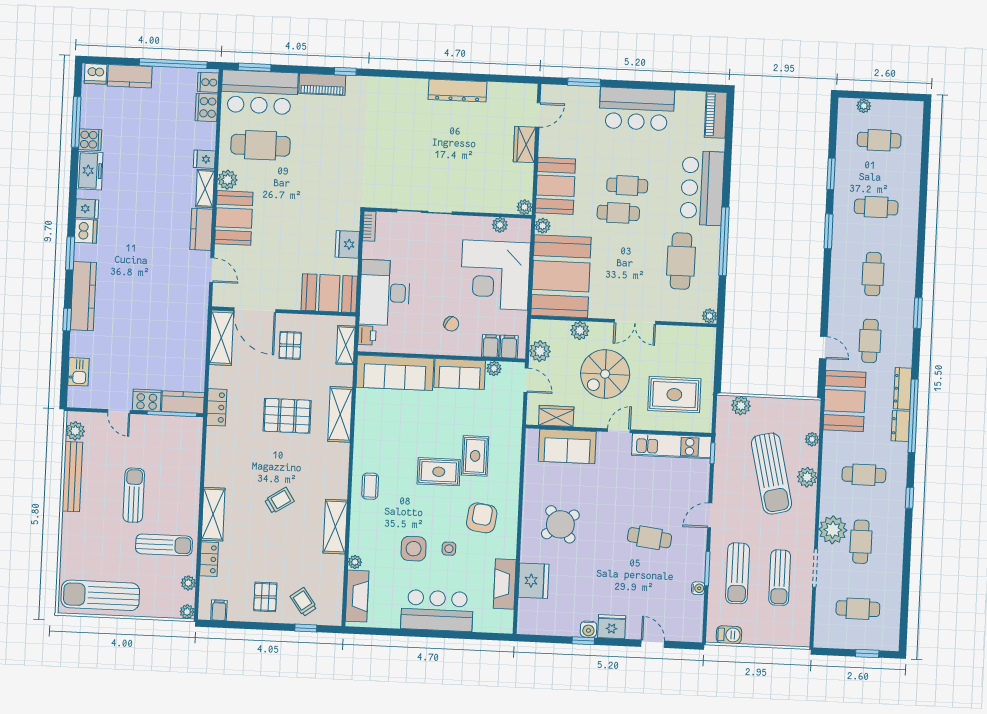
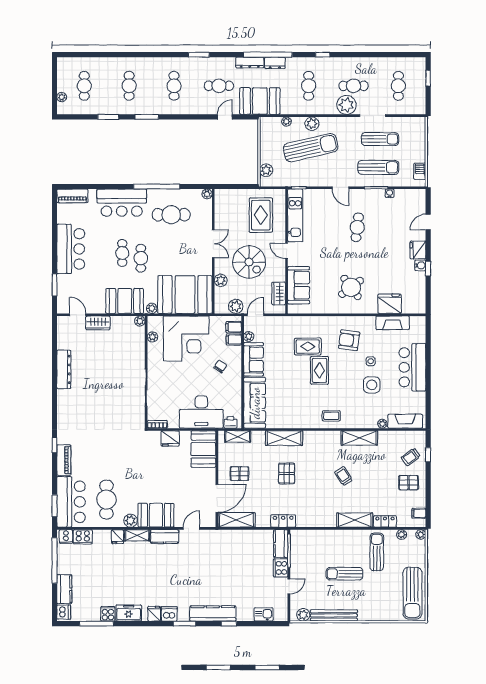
cafe table: (873, 274) -> (174, 86), turned 90
pallet: (287, 416) -> (287, 473), width x0.67, depth x0.71

